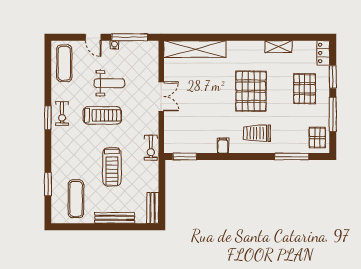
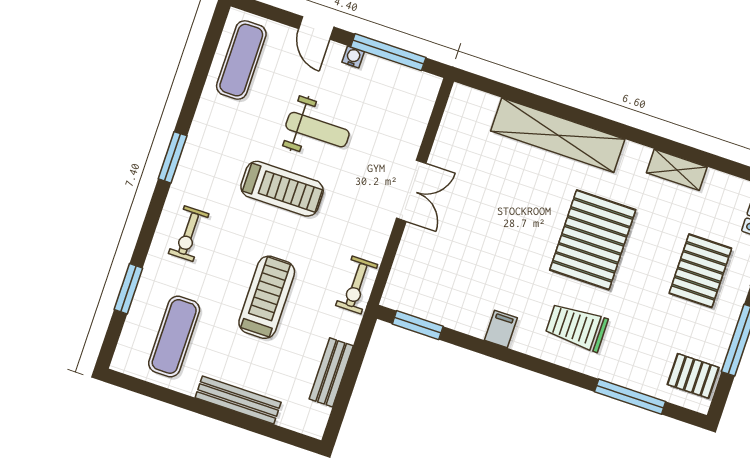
shelving: (195, 49) -> (558, 135), moved
exercise bike: (62, 113) -> (189, 234), moved
pallet: (317, 138) -> (693, 376), turned 90
treadmill: (112, 167) -> (267, 297), turned 180
bench: (153, 208) -> (331, 372), moved

